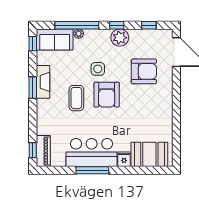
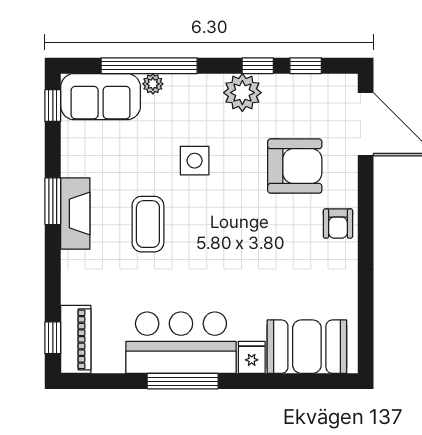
window: (117, 25) -> (258, 66), moved
fireplace: (43, 82) -> (75, 214), moved
armchair: (107, 95) -> (338, 224), moved, width x0.53, depth x0.53

